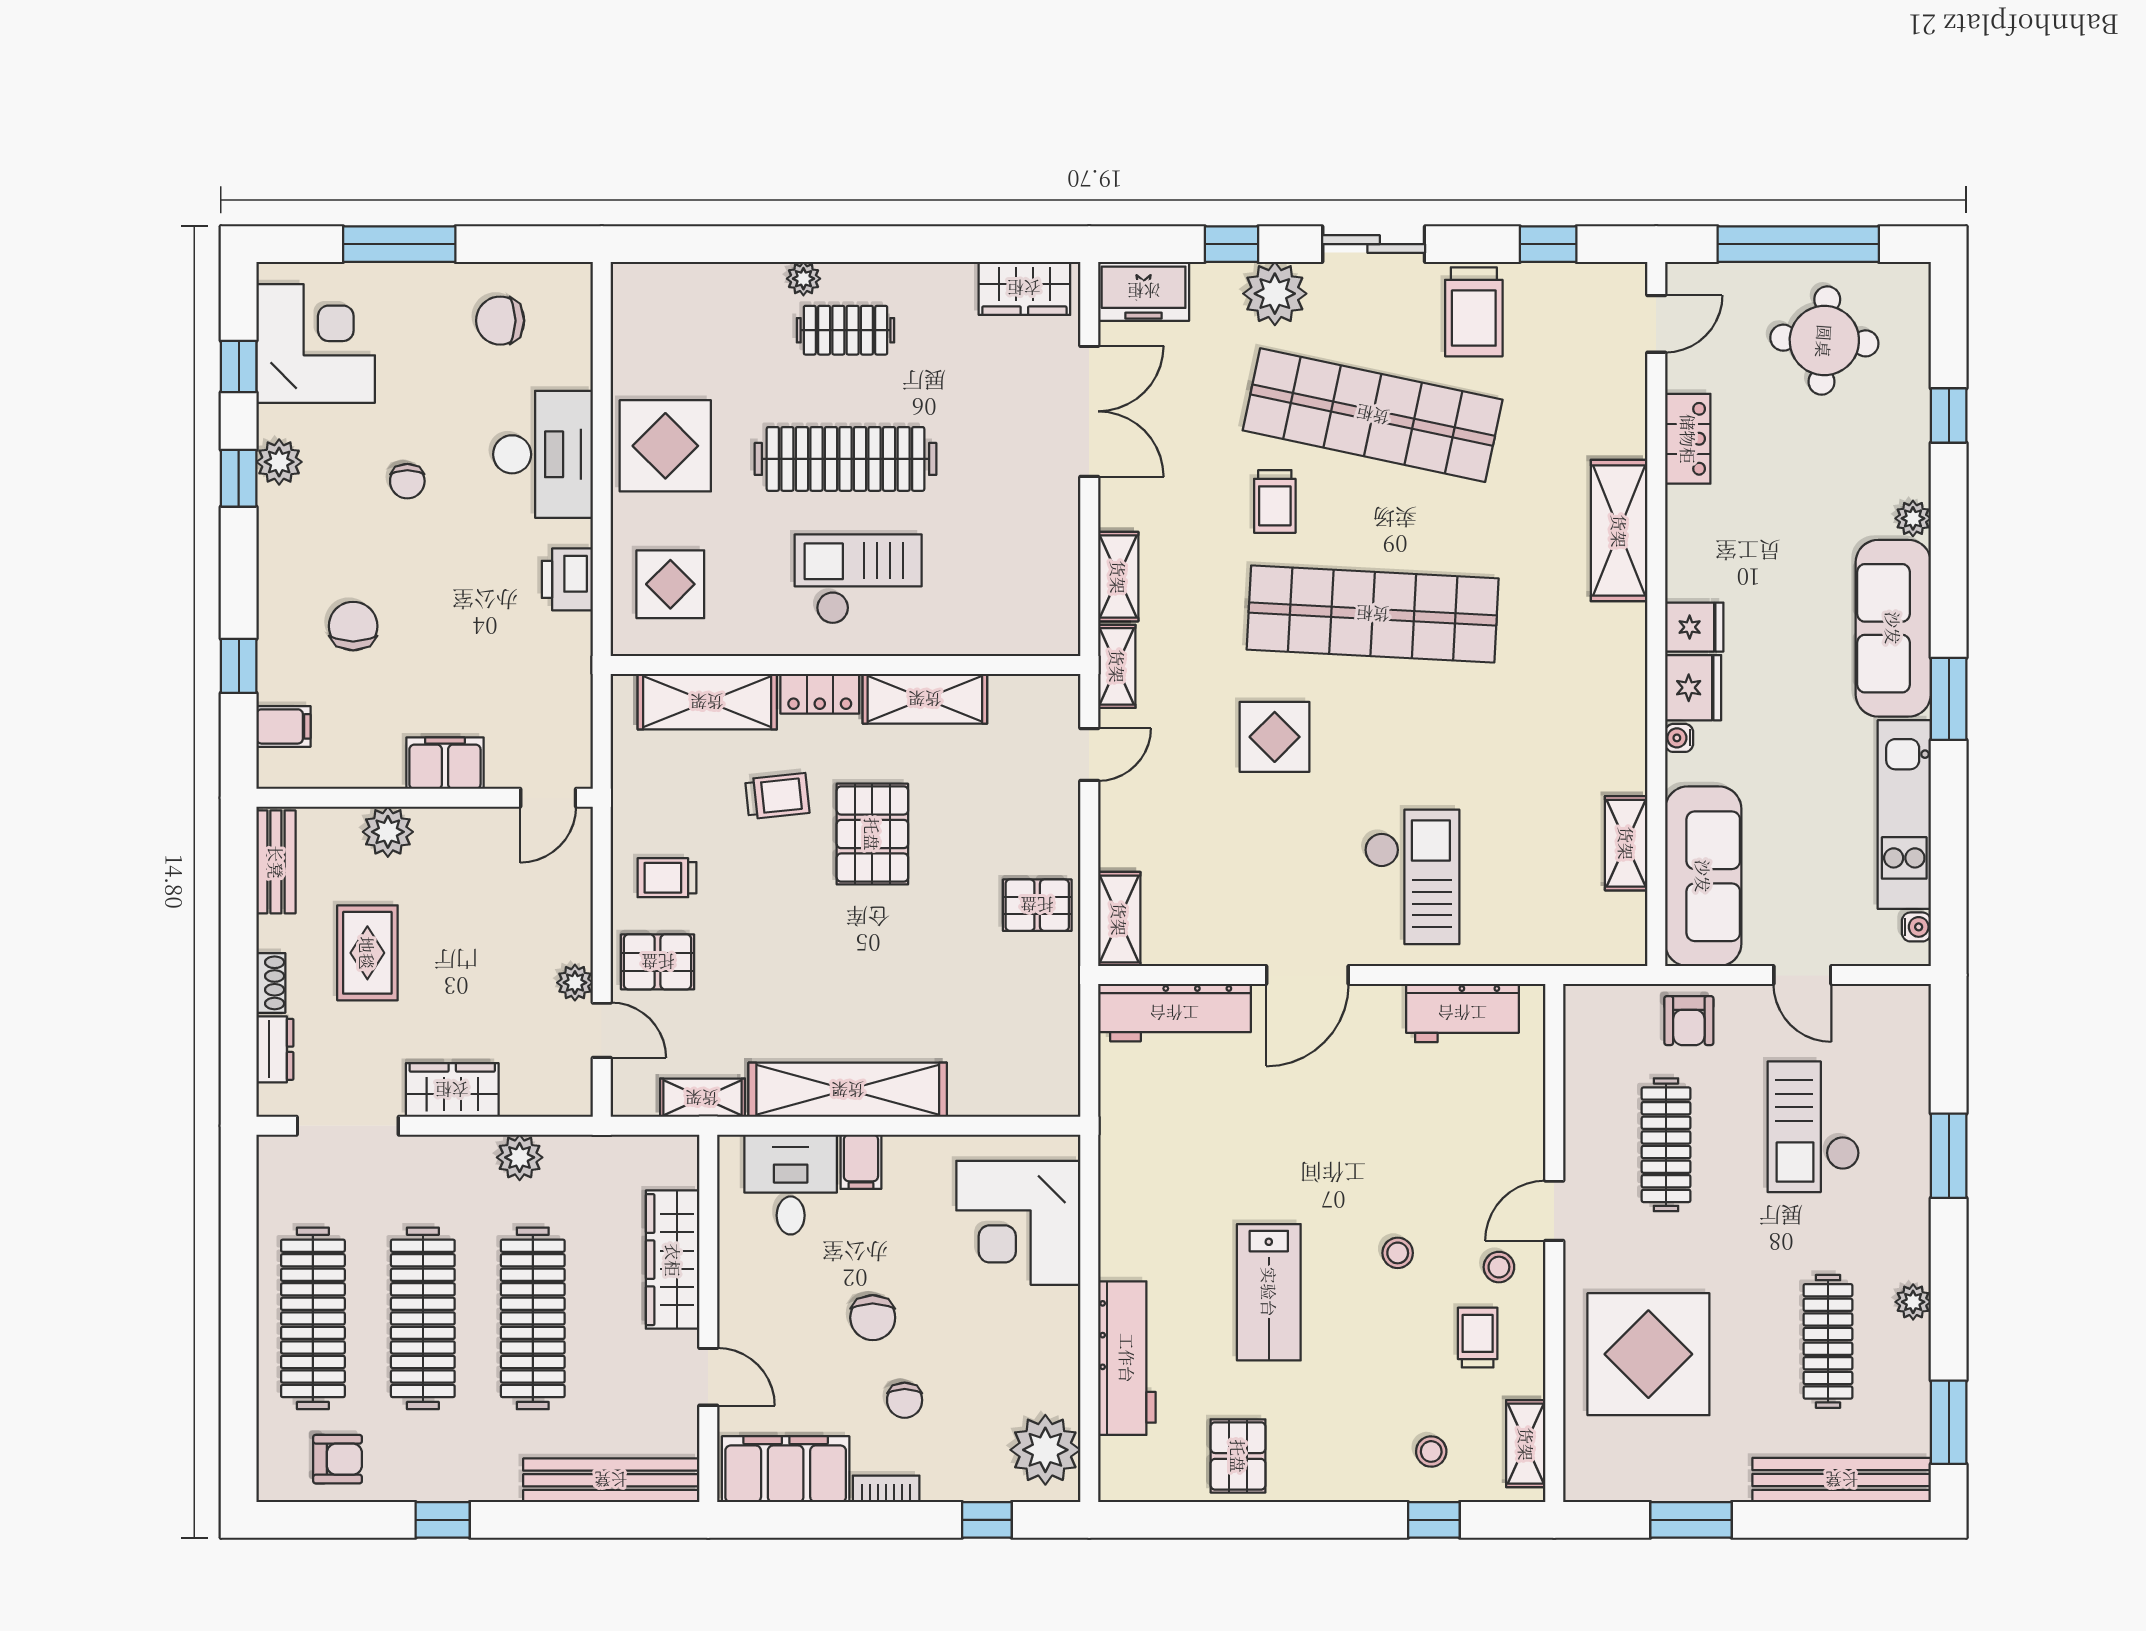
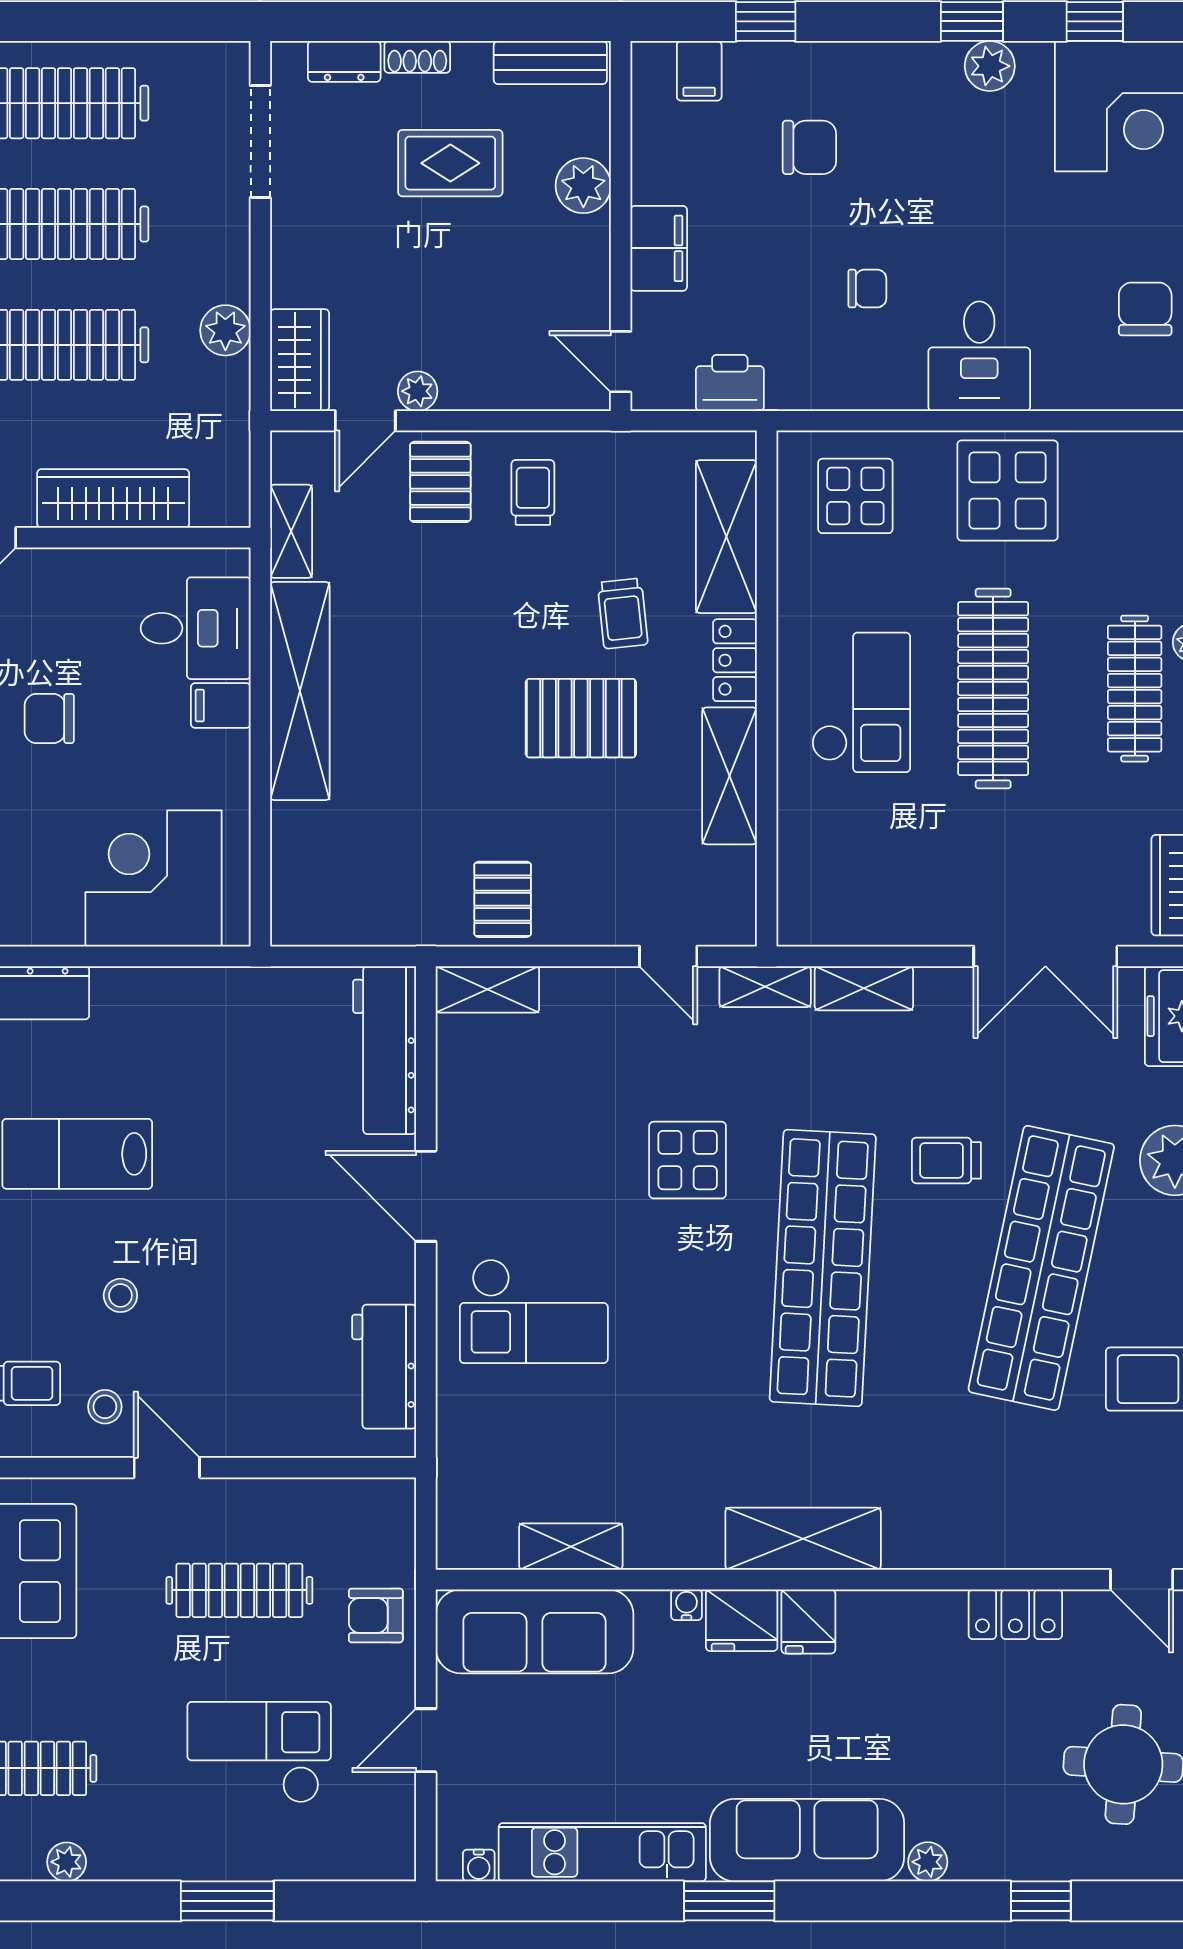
clothes rail: (845, 330) -> (1135, 689), width x1.36
desk: (543, 454) -> (979, 356), width x0.73
chair: (407, 481) -> (867, 289), moved, turned 180
shelving: (1619, 531) -> (803, 1539), moved
printer: (567, 579) -> (730, 383), moved
wardrobe: (452, 1090) -> (300, 360), moved

